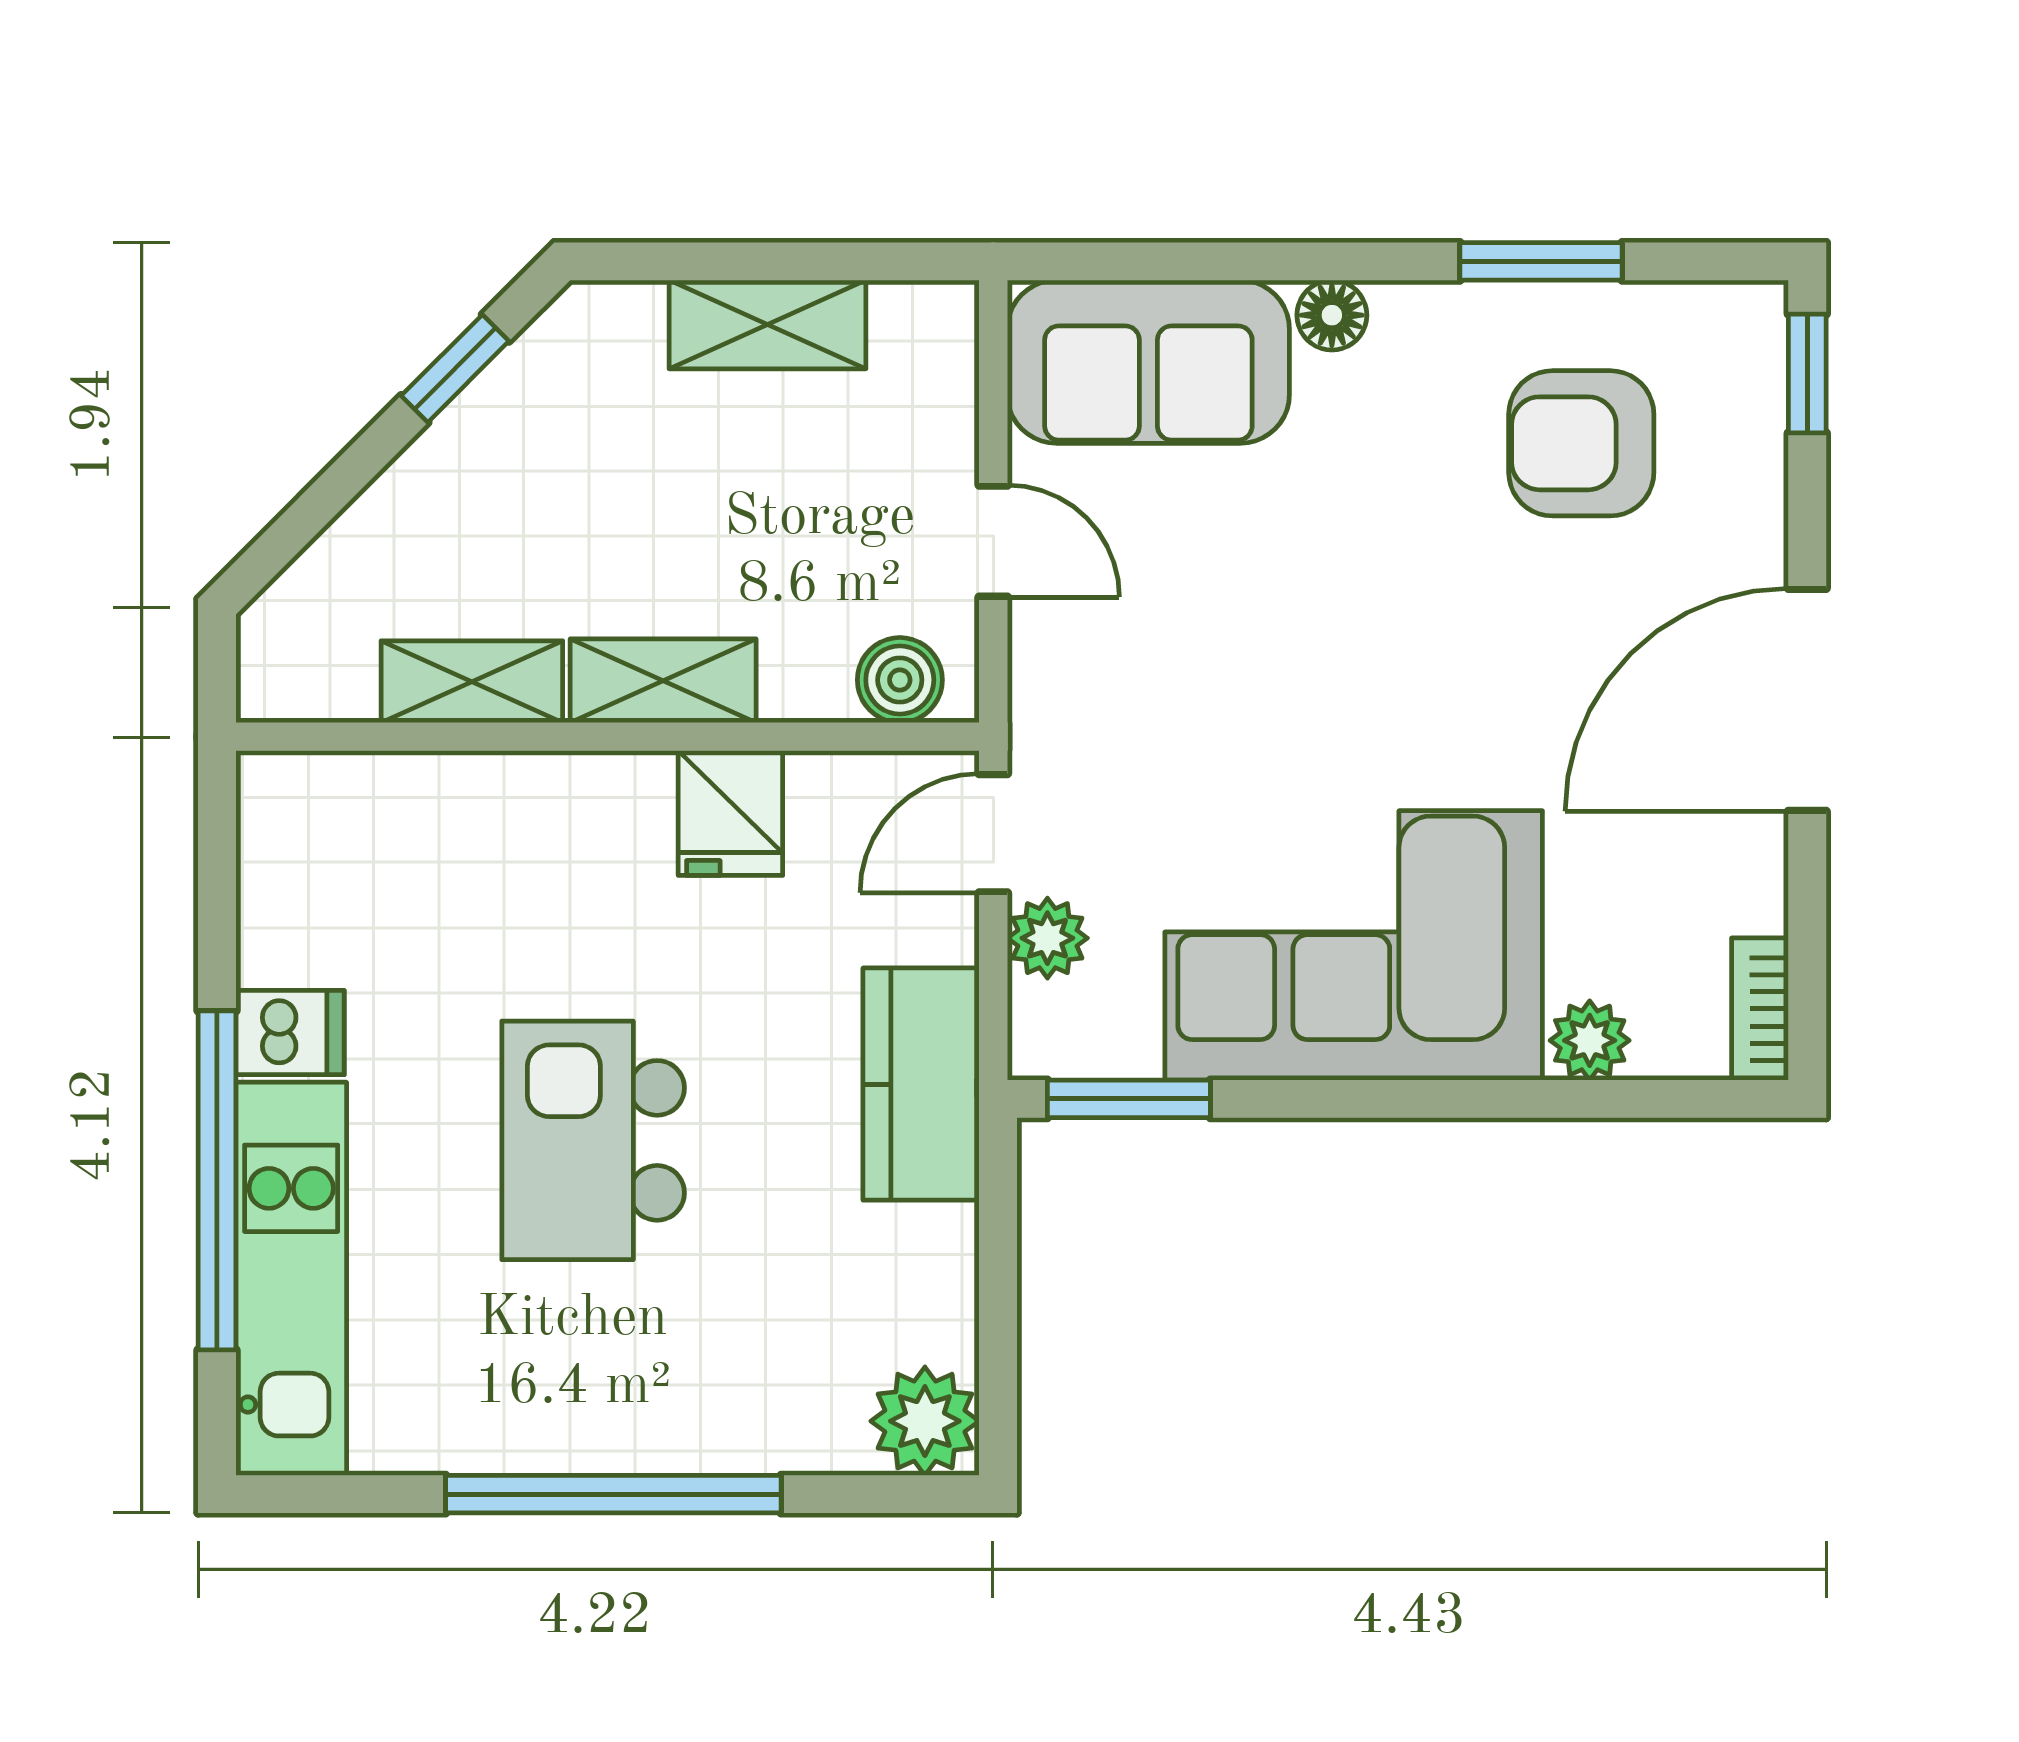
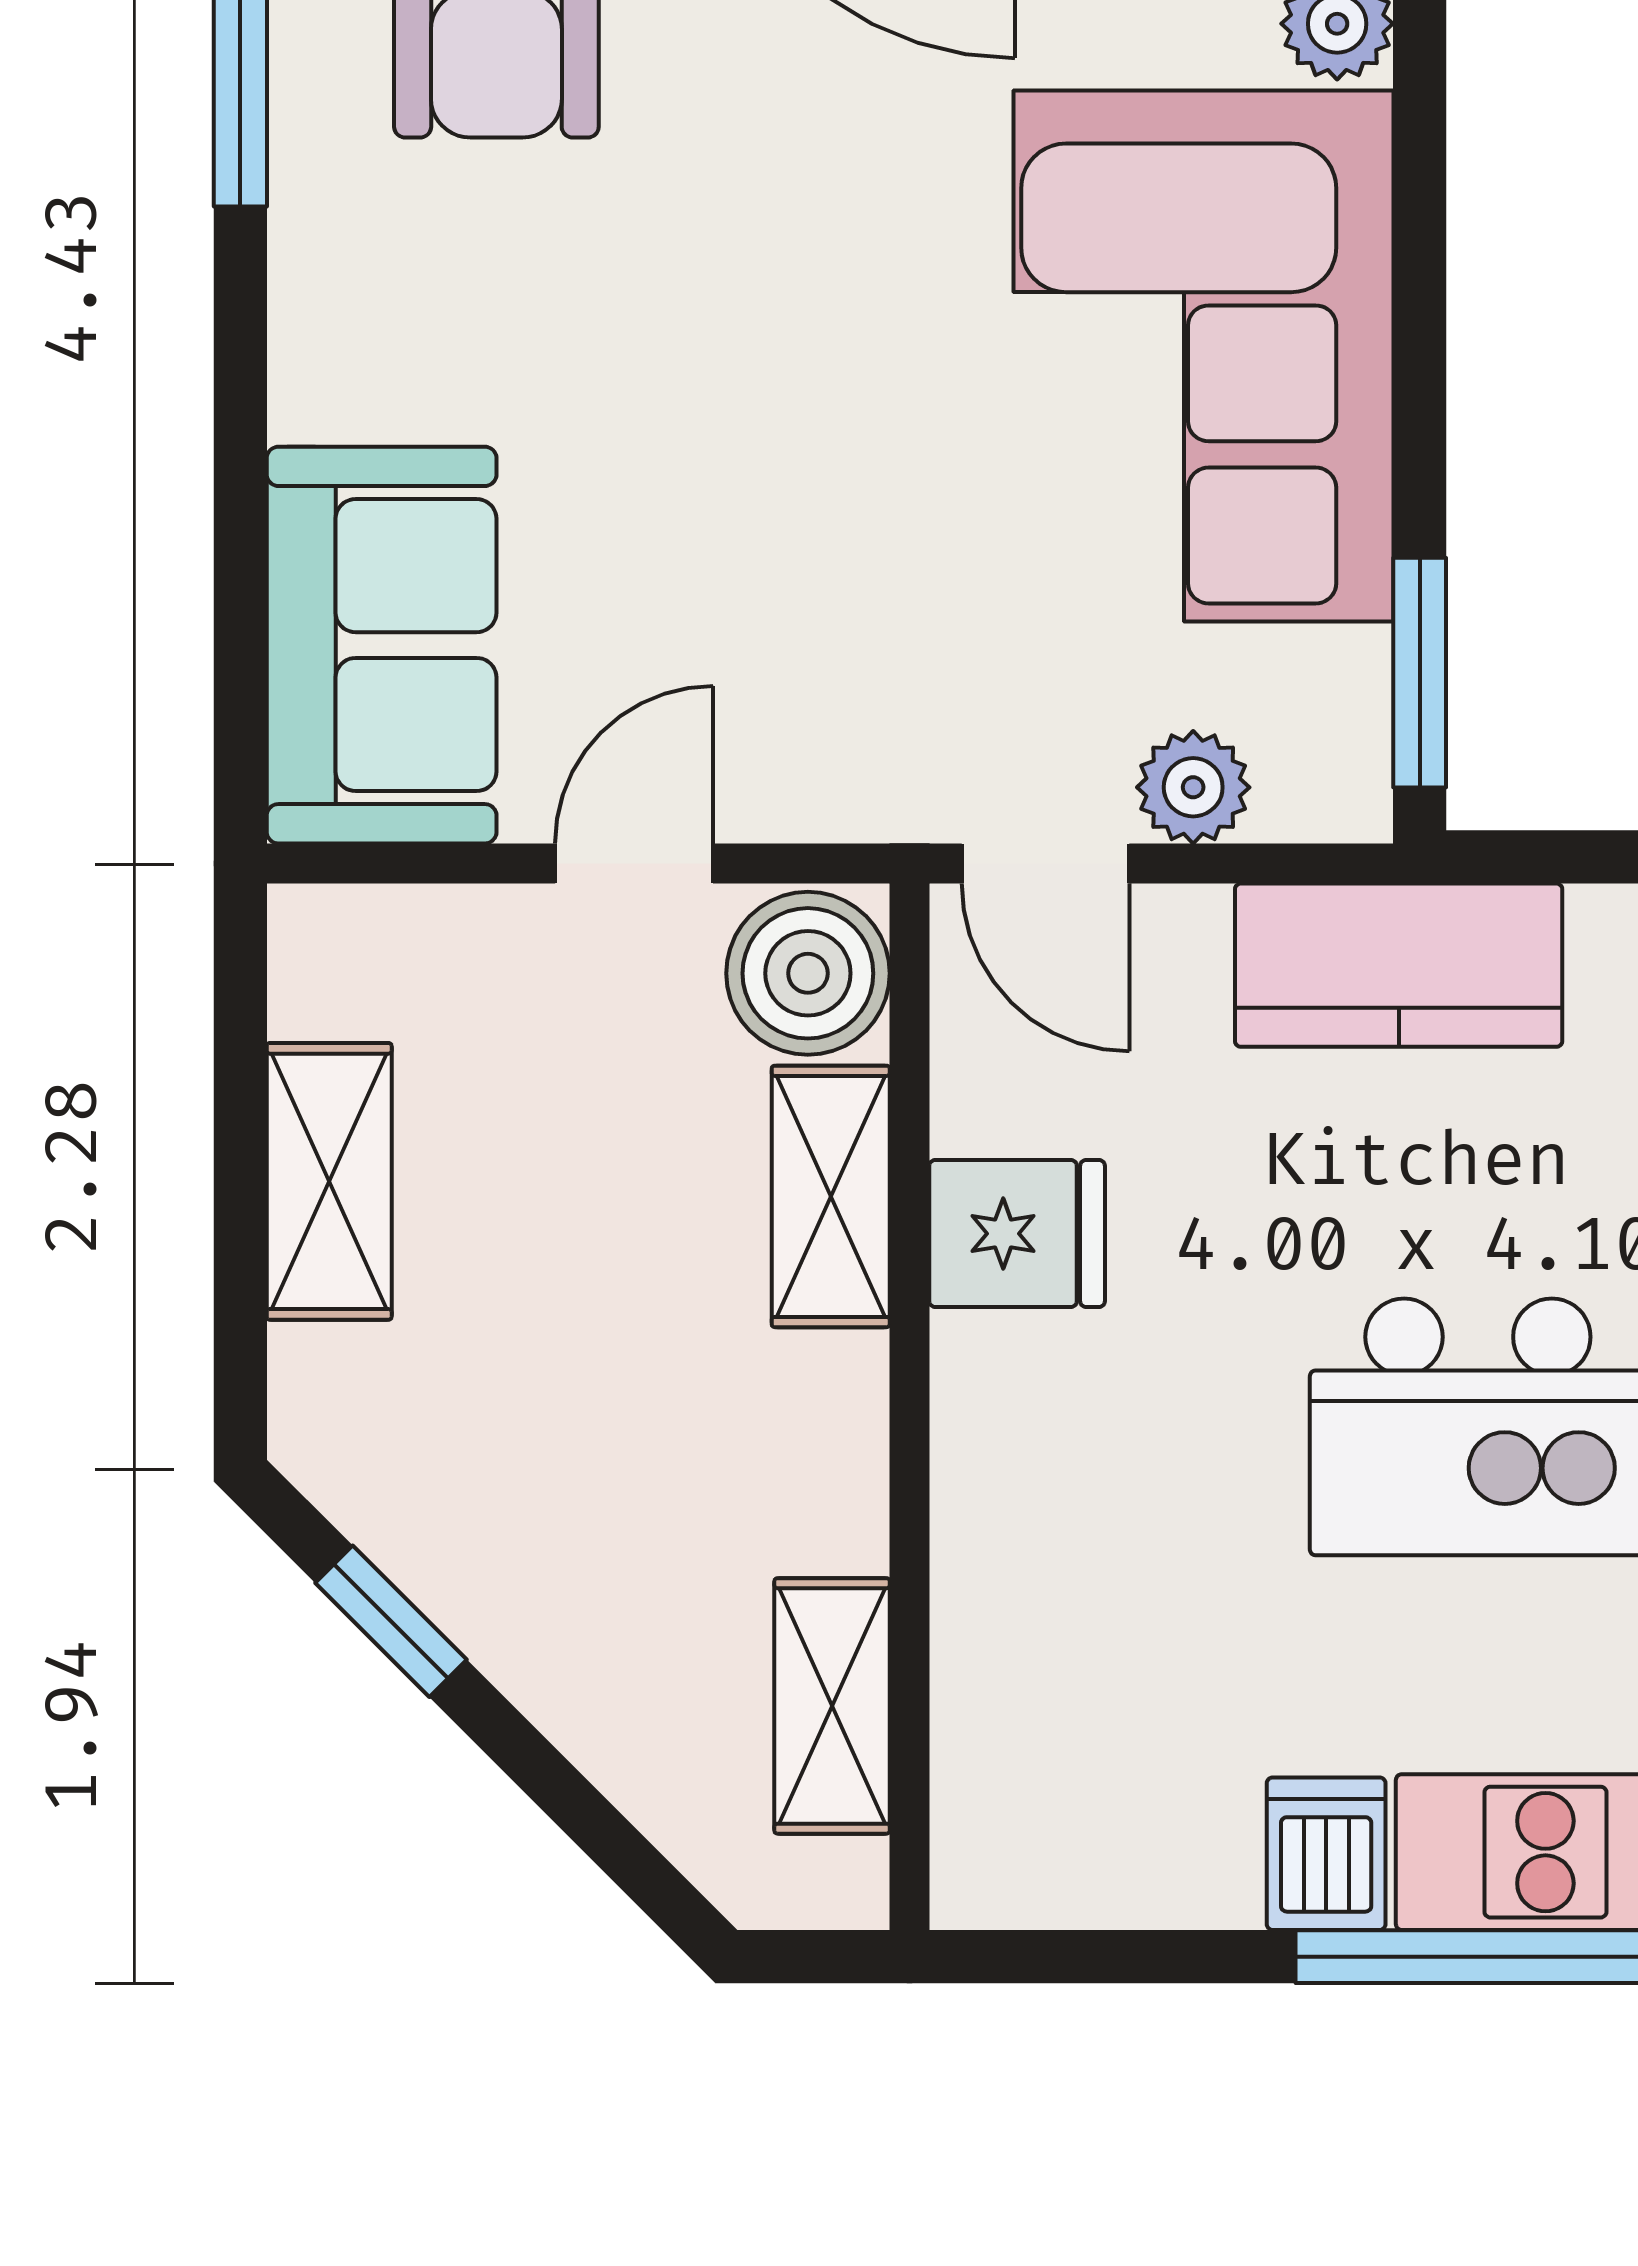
floor lamp: (1332, 315) -> (316, 387), removed
boiler: (900, 680) -> (808, 973), width x1.36, depth x1.36
shelving: (663, 681) -> (831, 1196), moved
shelving: (472, 682) -> (832, 1706), moved

